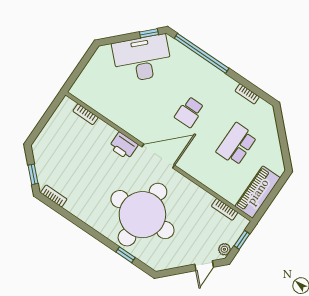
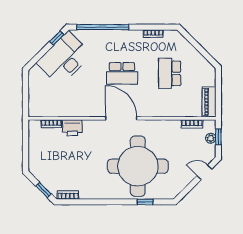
school desk: (189, 112) -> (122, 73), width x1.85
printer: (123, 146) -> (72, 128), moved
door: (158, 156) -> (121, 118), hinge flipped
piano: (258, 192) -> (209, 102), width x0.73, depth x0.75
plant: (224, 249) -> (211, 138), moved
door: (204, 266) -> (204, 172), swing flipped

